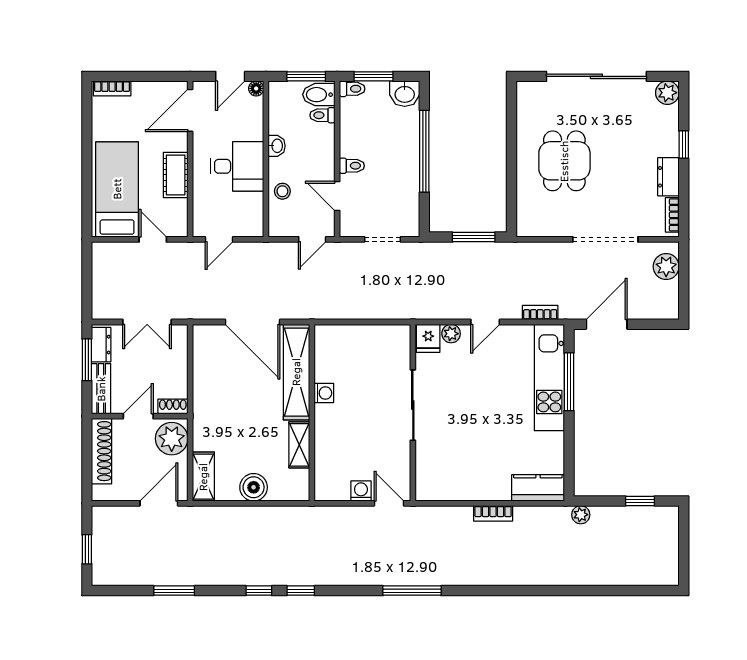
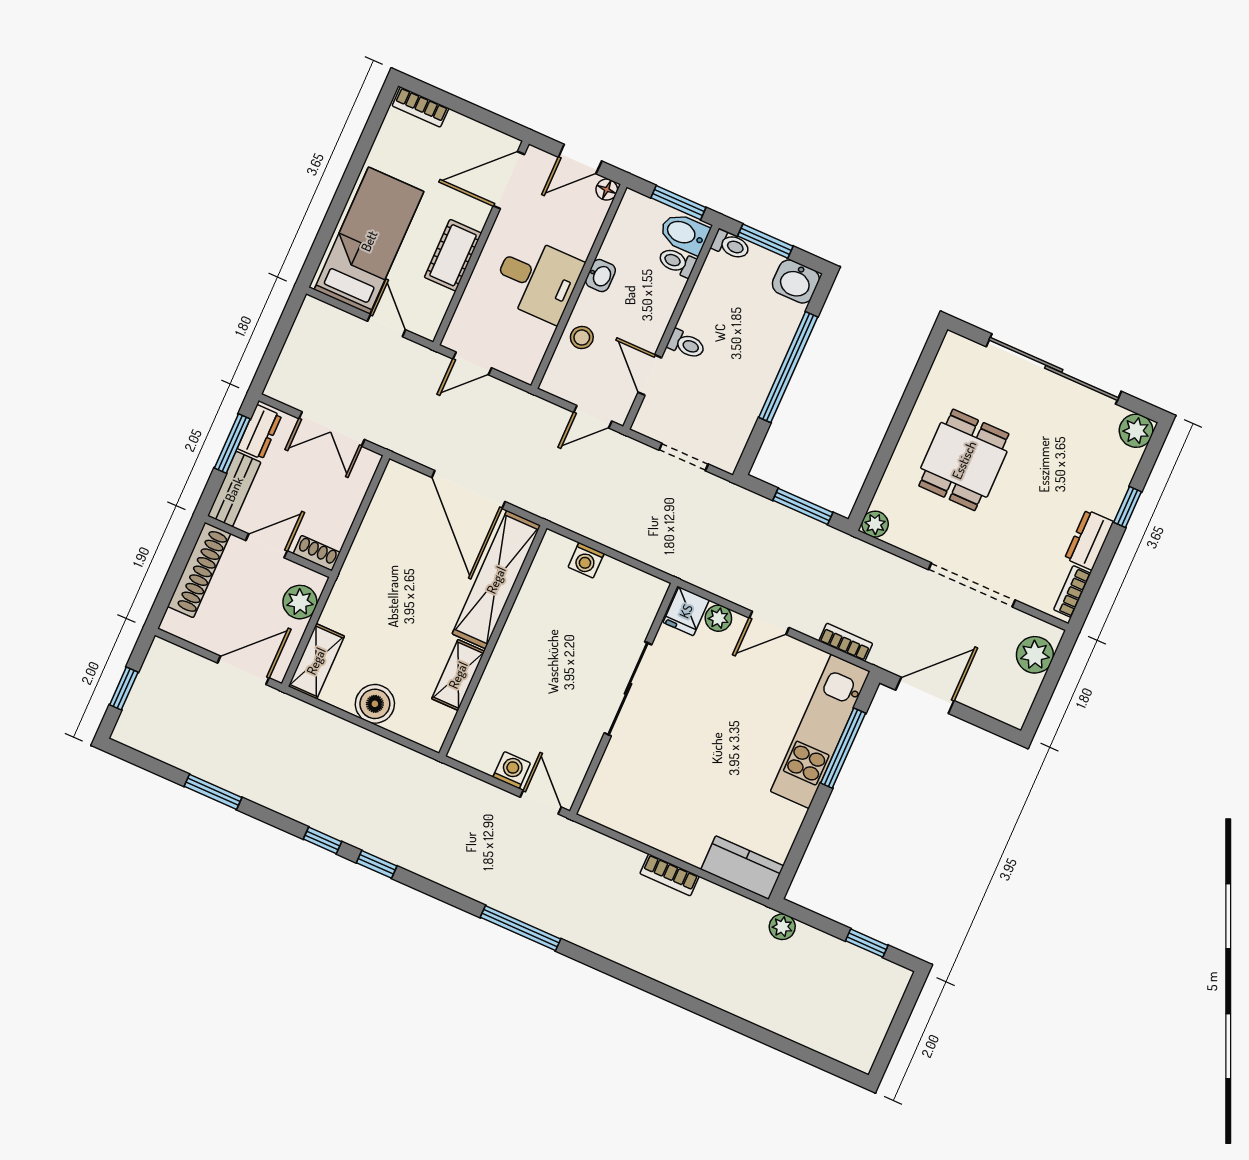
plant: (525, 228) -> (875, 524), added
washing machine: (324, 393) -> (586, 560), moved, turned 90
plant: (172, 439) -> (300, 602), width x0.73, depth x0.73

